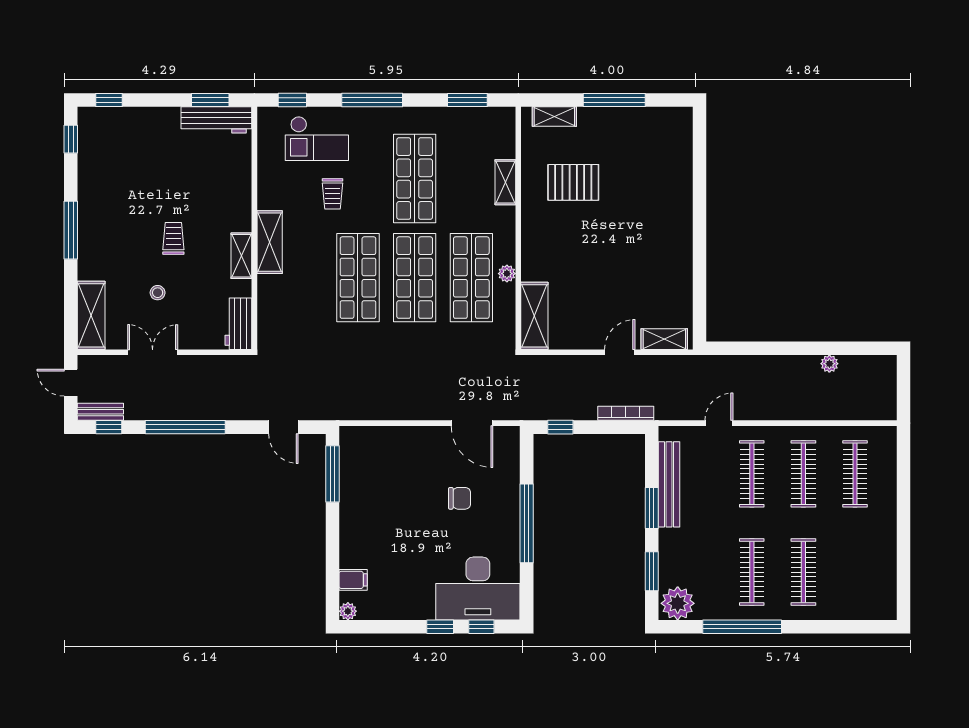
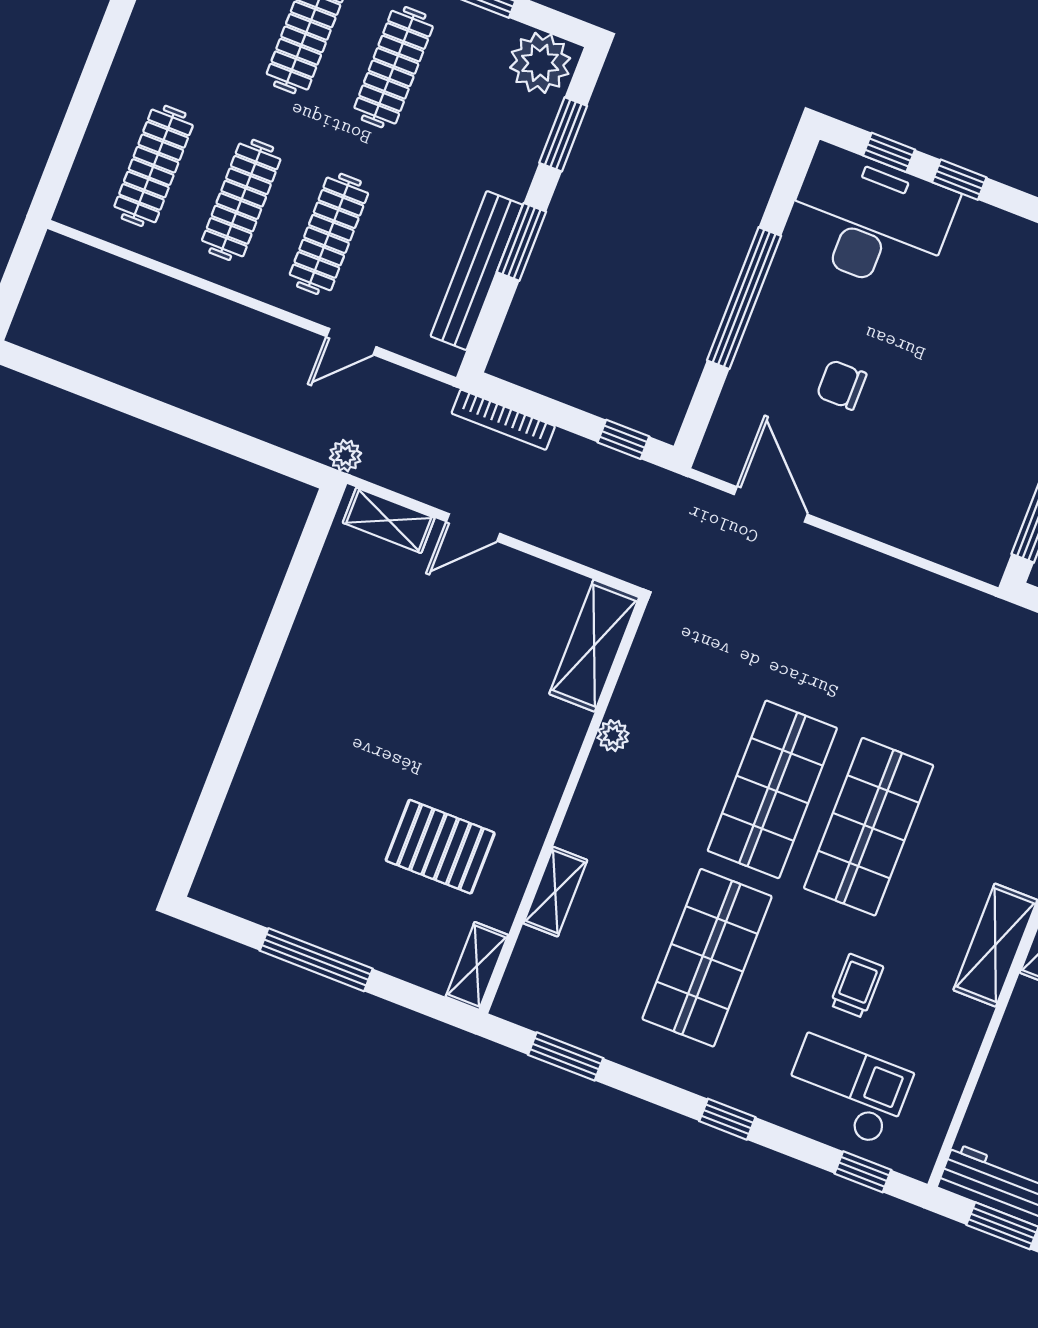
window: (372, 100) -> (727, 1119), width x0.46
shelving: (554, 117) -> (477, 966), moved, turned 90
shop shelf: (471, 278) -> (676, 752), removed
plant: (829, 364) -> (346, 456), moved

